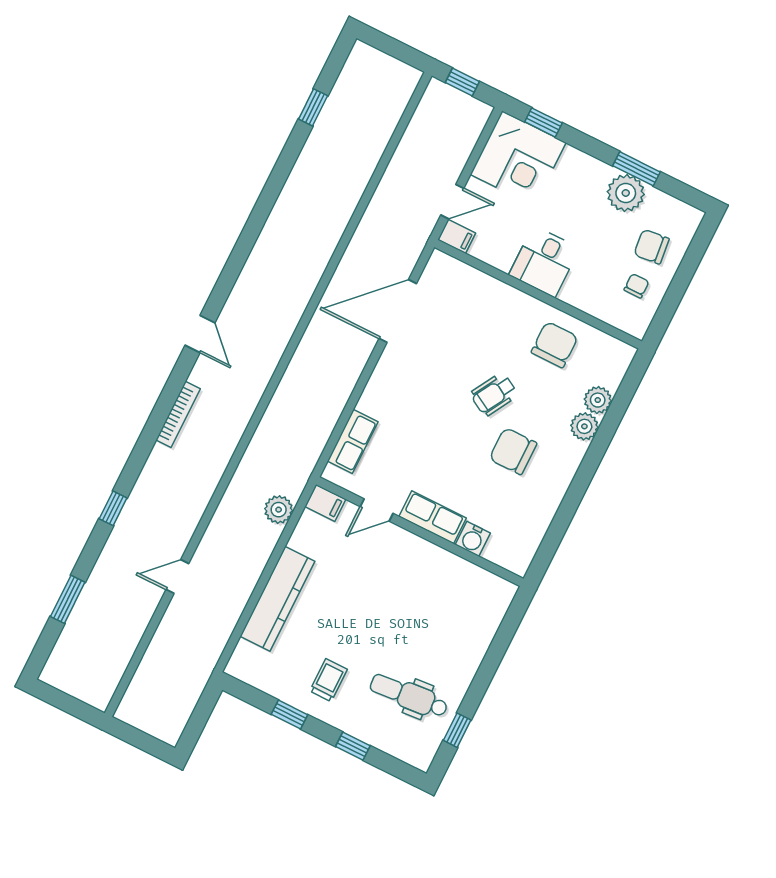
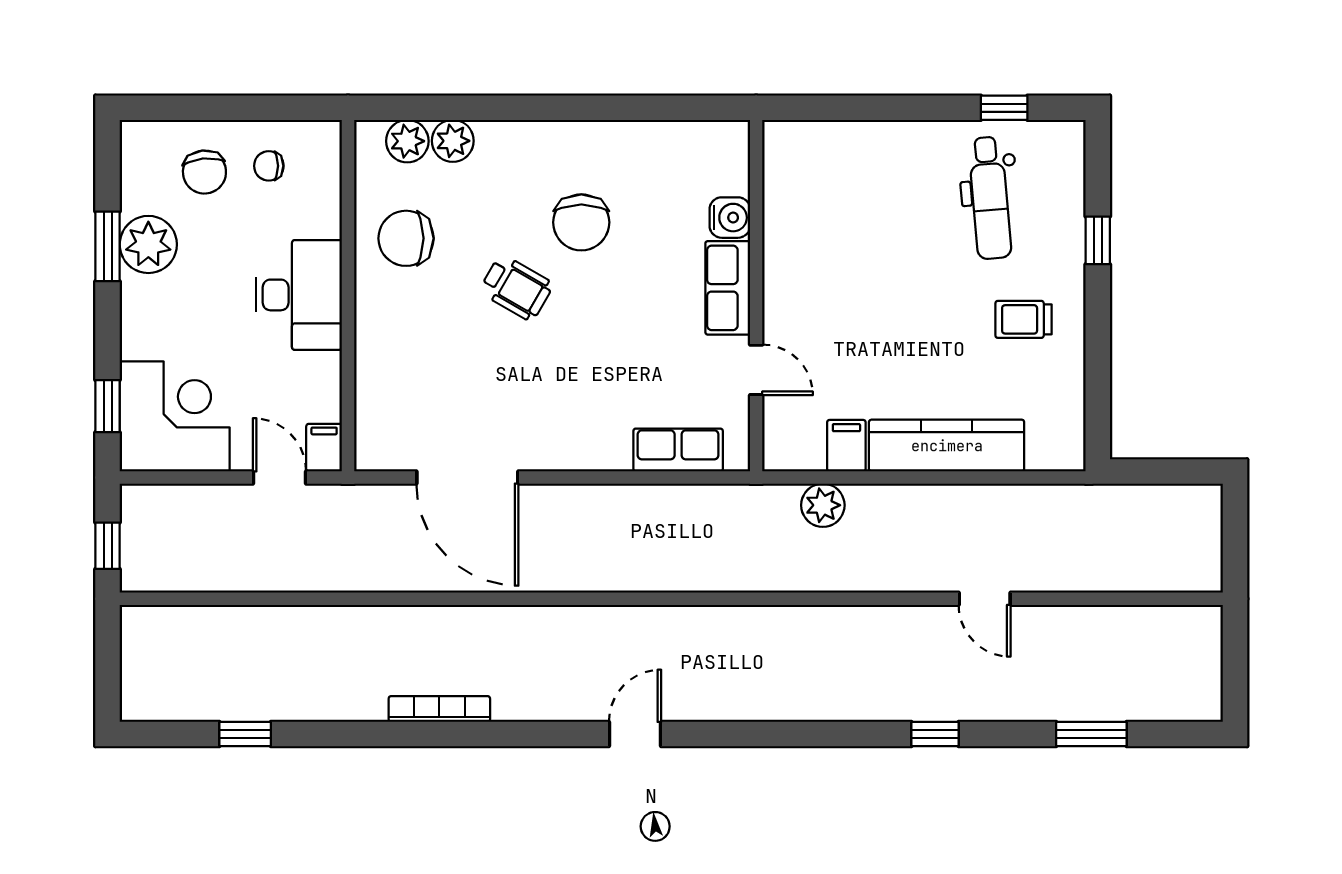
desk: (544, 262) -> (299, 295), width x1.37
bookcase: (178, 414) -> (439, 709), moved
plant: (584, 426) -> (407, 141), moved
filing cabinet: (325, 503) -> (846, 446), moved
window: (289, 714) -> (1098, 350), removed

